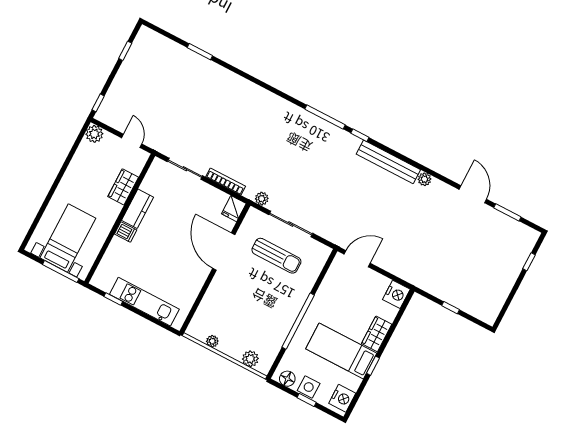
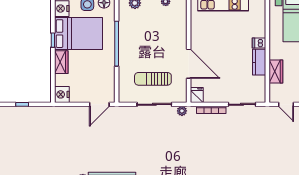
bed: (341, 351) -> (78, 34), width x1.50

